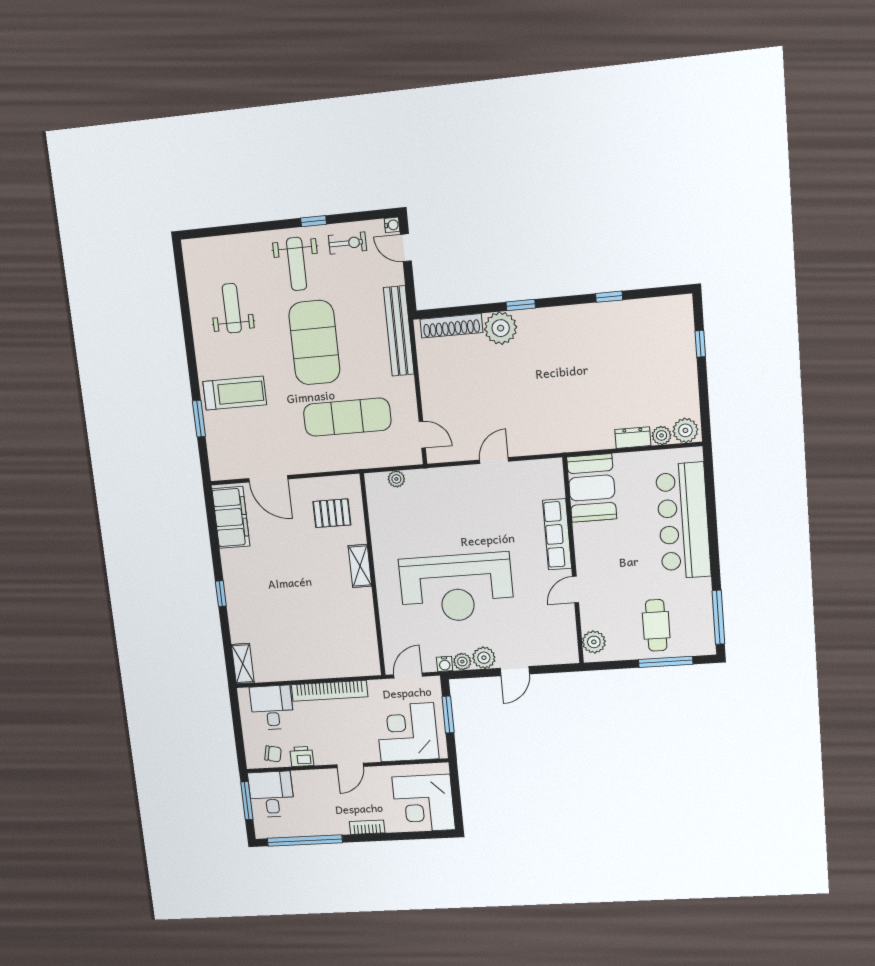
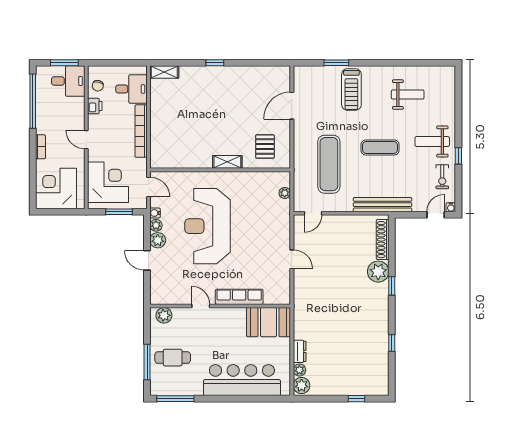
exercise mat: (314, 343) -> (380, 148), width x0.50, depth x0.69
filing cabinet: (231, 517) -> (267, 76), removed

